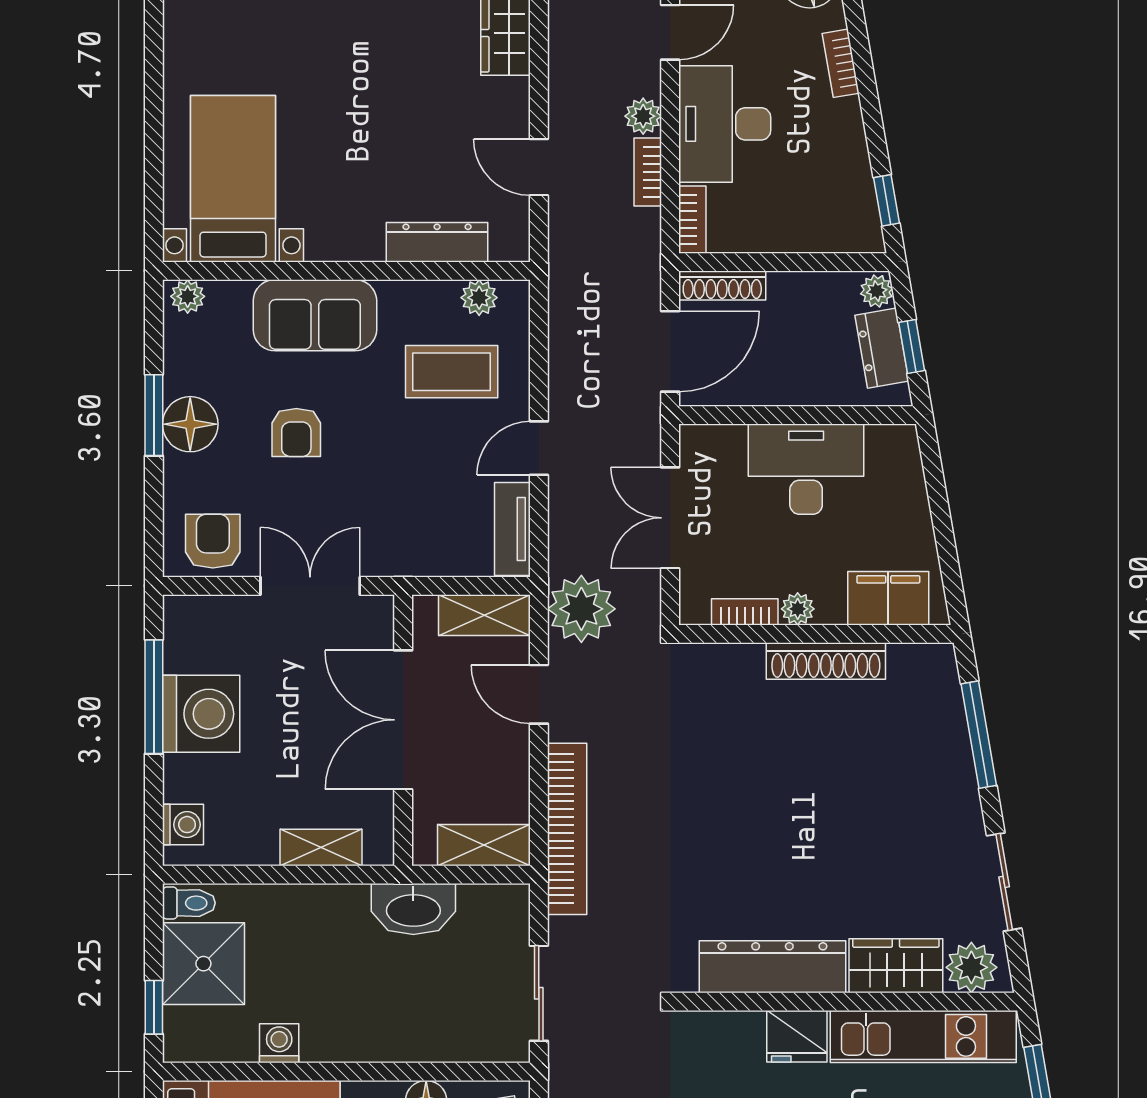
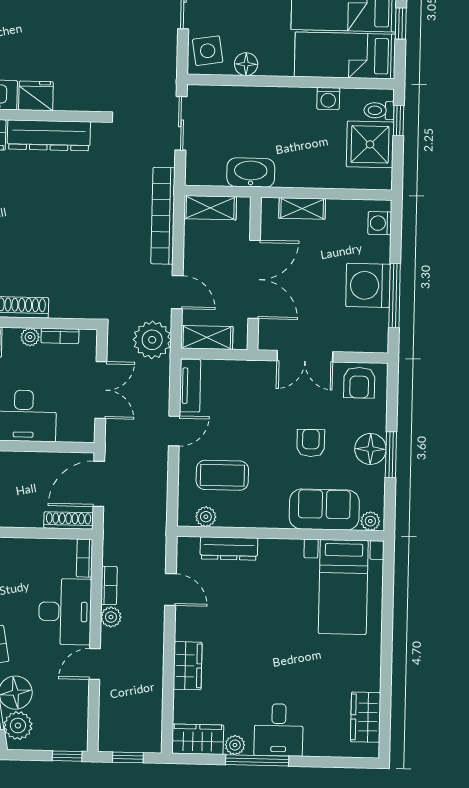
sofa: (315, 315) -> (324, 509), moved
toilet: (189, 903) -> (379, 110), moved

